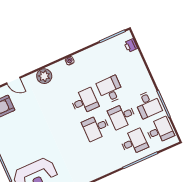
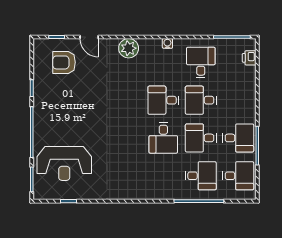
desk: (99, 64) -> (201, 62), added
desk: (110, 90) -> (201, 100), turned -90
desk: (84, 101) -> (163, 100), turned 180
desk: (148, 104) -> (238, 138), turned -90
desk: (96, 128) -> (163, 138), turned -90

